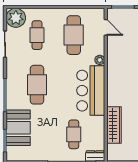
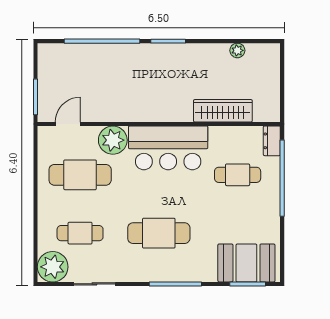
plant: (100, 60) -> (113, 140), width x1.87, depth x1.87
booth: (18, 128) -> (246, 263), moved

